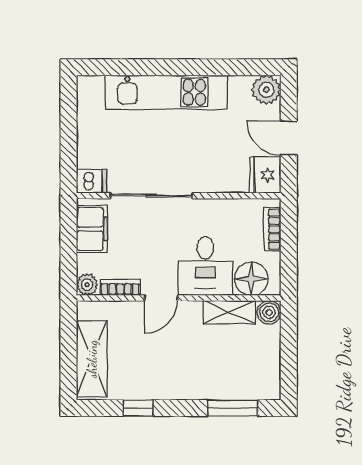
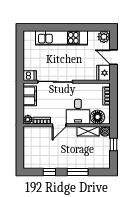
window: (289, 344) -> (113, 145), added
shelving: (92, 359) -> (30, 151), removed
window: (233, 408) -> (78, 172), moved

